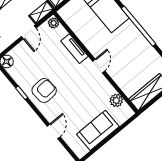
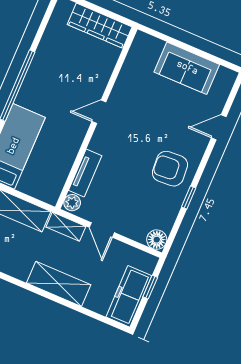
door: (29, 32) -> (102, 230), swing flipped
tv unit: (74, 49) -> (85, 173), moved
plant: (116, 100) -> (133, 64), removed

